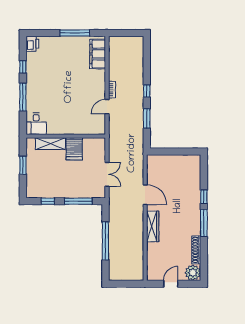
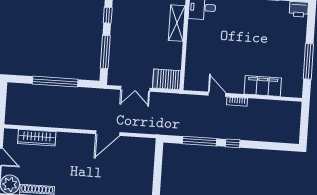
filing cabinet: (98, 54) -> (263, 86), moved
window: (147, 118) -> (199, 141), width x1.44
server rack: (74, 149) -> (167, 79), moved
wardrobe: (153, 226) -> (37, 138), moved

